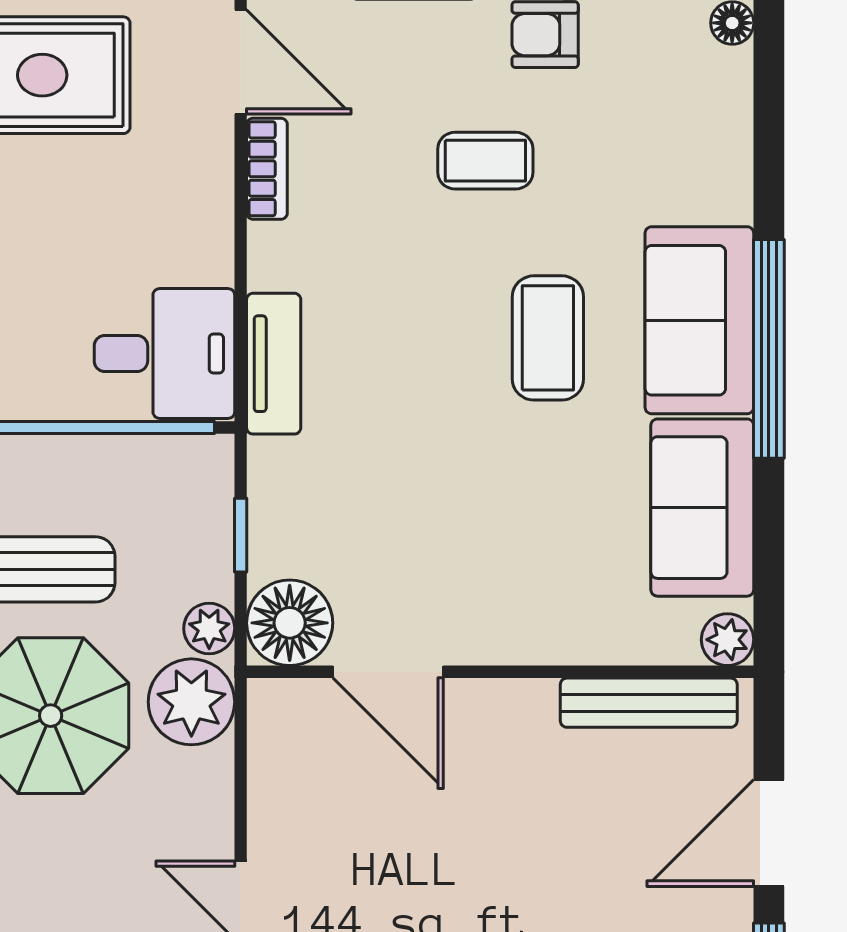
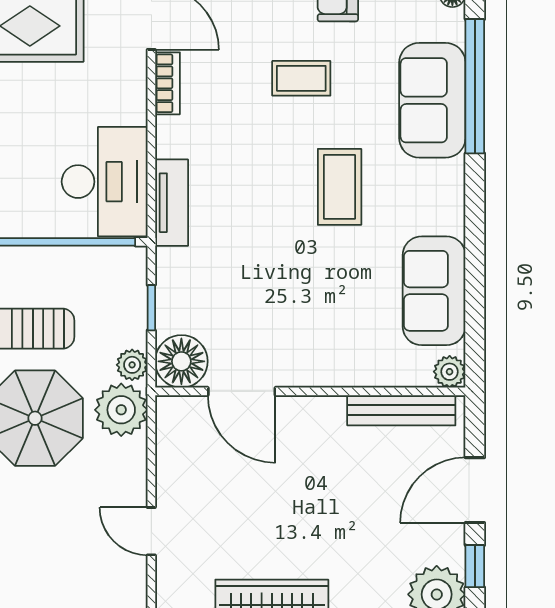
sofa: (699, 320) -> (432, 100), moved
window: (769, 349) -> (475, 86), moved
desk: (164, 353) -> (105, 182), width x1.37

